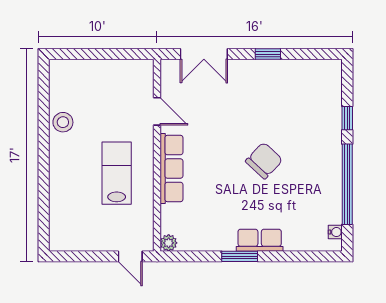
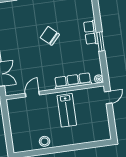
row of seats: (171, 168) -> (73, 81), moved
lab bench: (117, 173) -> (67, 110), turned -90

